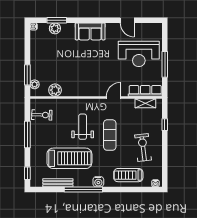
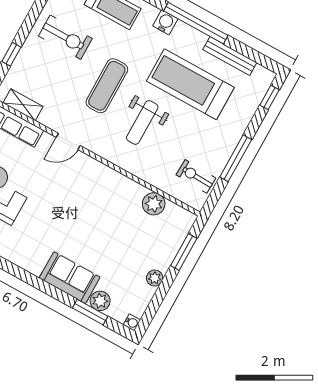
sofa: (90, 31) -> (70, 278), moved
plant: (35, 84) -> (155, 278), moved
exercise bike: (143, 147) -> (65, 37), turned -83

